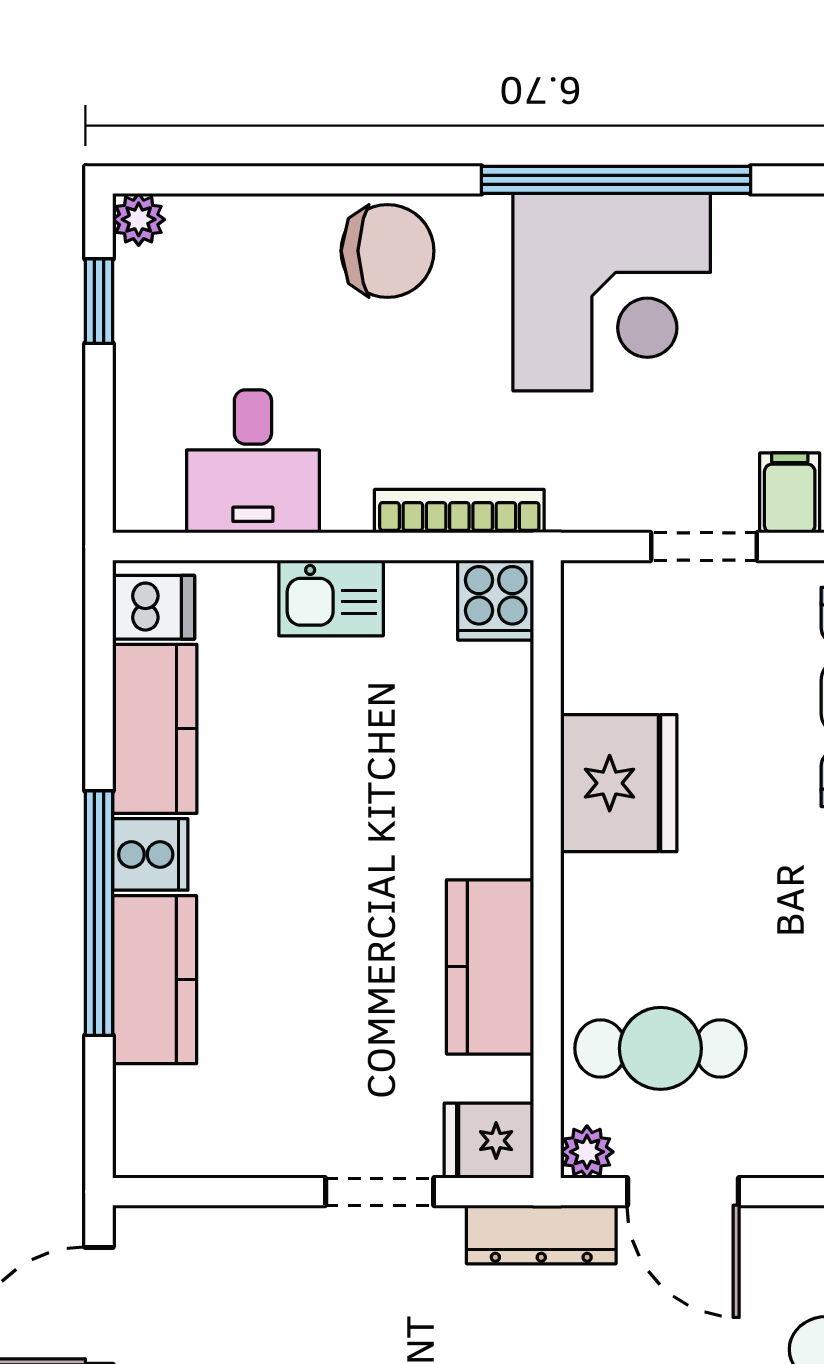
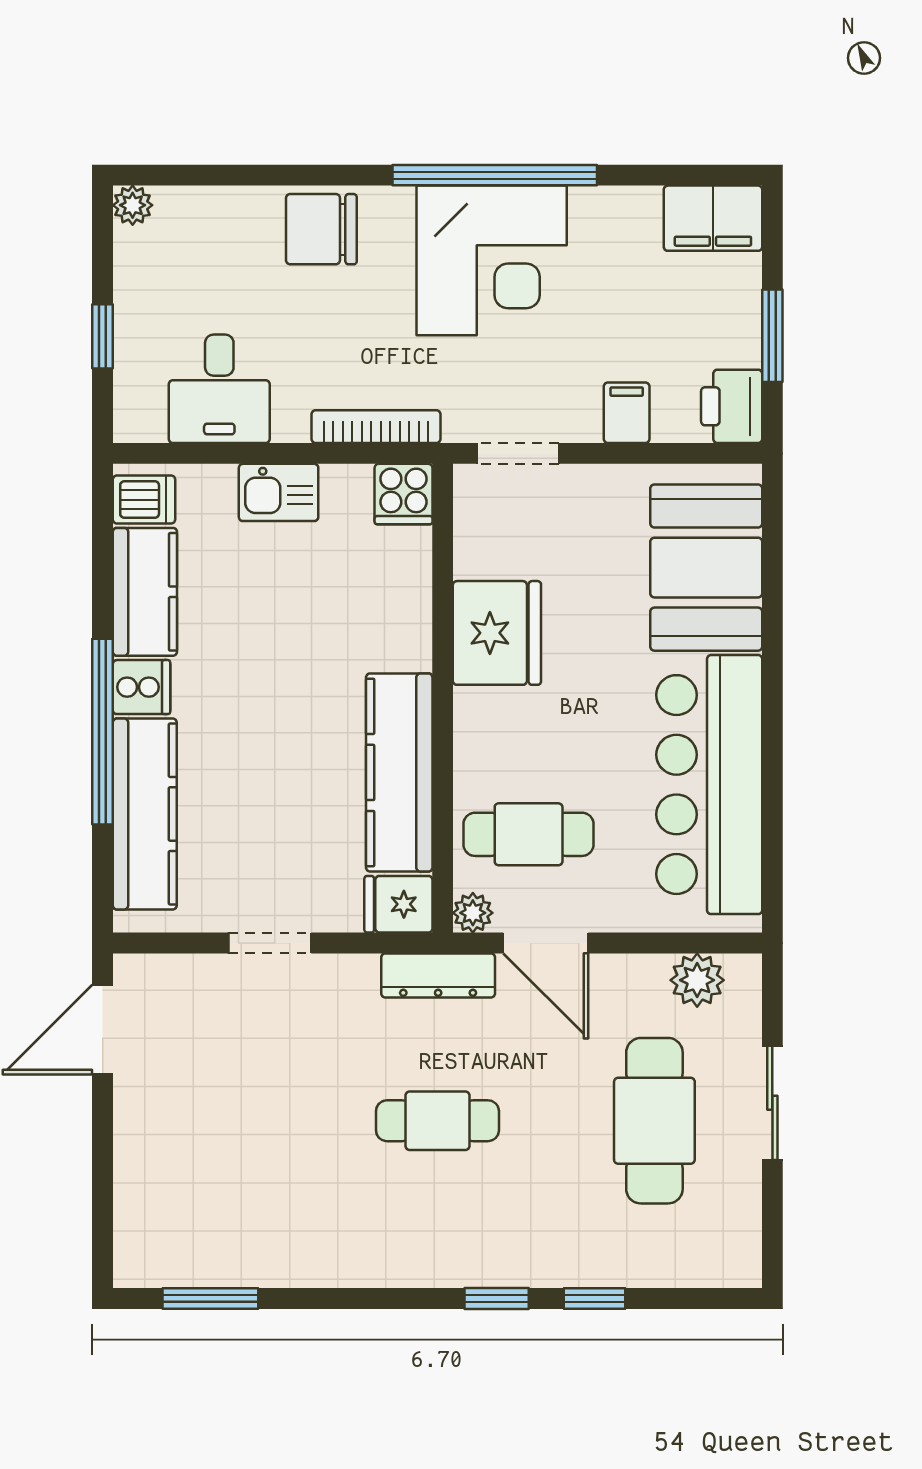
chair: (387, 251) -> (321, 229), turned 180
window: (99, 301) -> (103, 336), moved
doorway: (704, 547) -> (518, 453), moved
kitchen counter: (490, 967) -> (399, 772), width x1.50
kitchen counter: (155, 980) -> (145, 814), width x1.50
doorway: (380, 1192) -> (270, 943), moved

